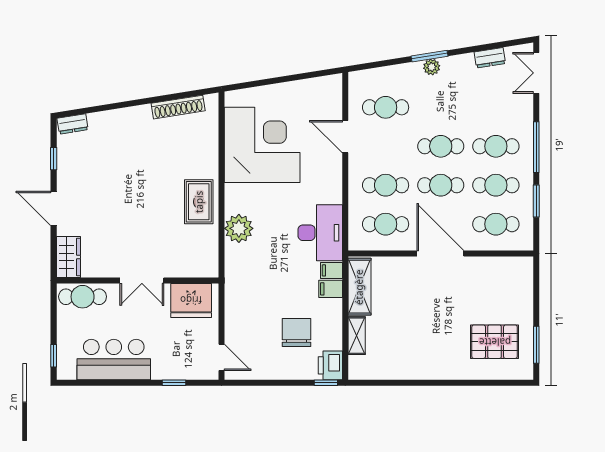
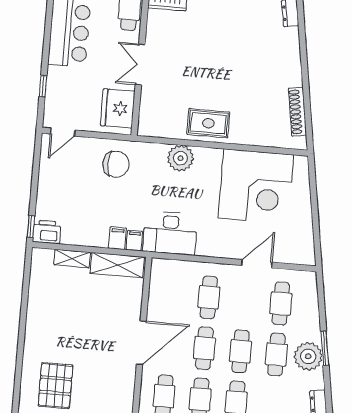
plant: (432, 67) -> (308, 356), width x1.87, depth x1.87
cafe table: (386, 224) -> (276, 354), moved
chair: (296, 332) -> (116, 164), moved

